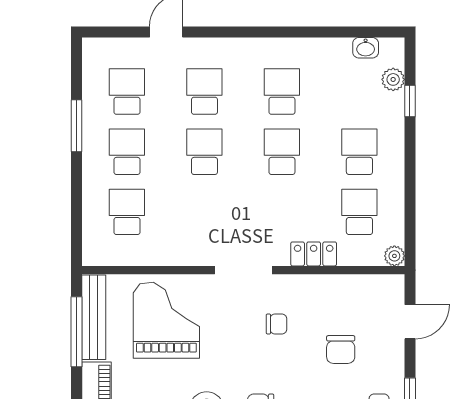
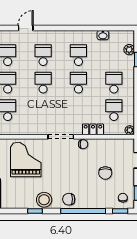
washbasin: (366, 48) -> (103, 35), moved
chair: (277, 324) -> (83, 144), moved

